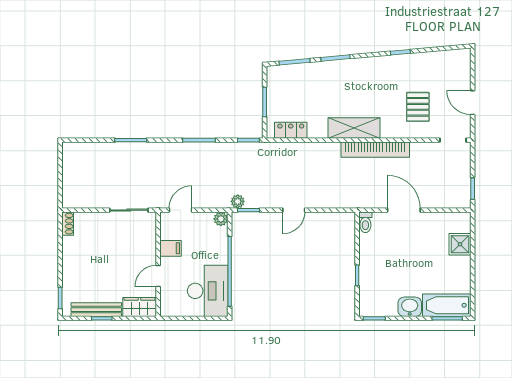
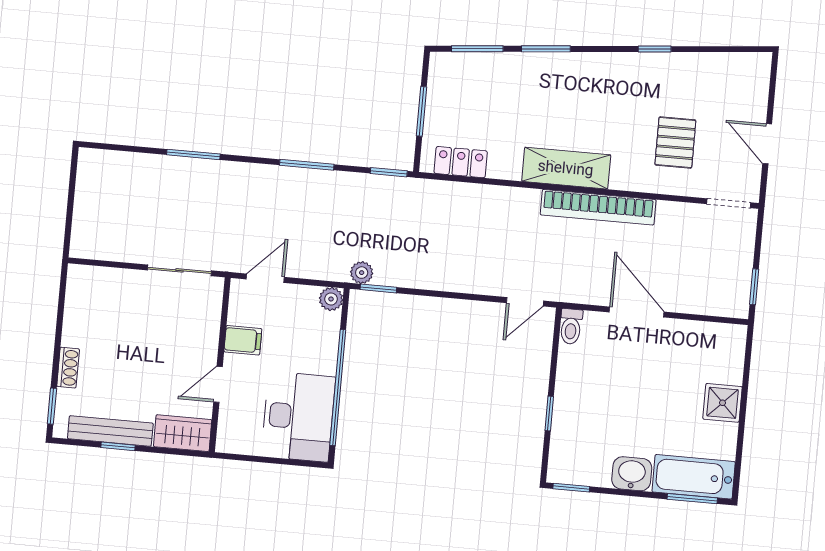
door: (294, 210) -> (525, 302), moved
shoe rack: (68, 224) -> (68, 368), moved
shower: (460, 244) -> (722, 403), moved

